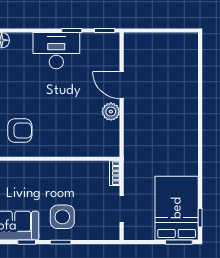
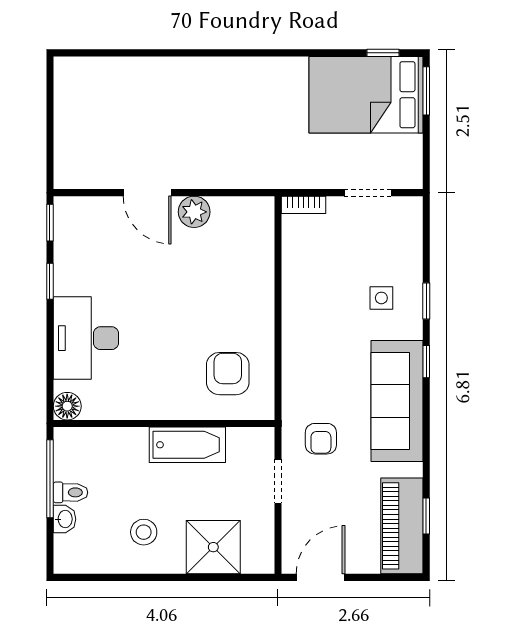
desk: (56, 51) -> (86, 338), moved
door: (122, 85) -> (147, 193), hinge flipped
side table: (62, 217) -> (381, 298), width x0.54, depth x0.54

